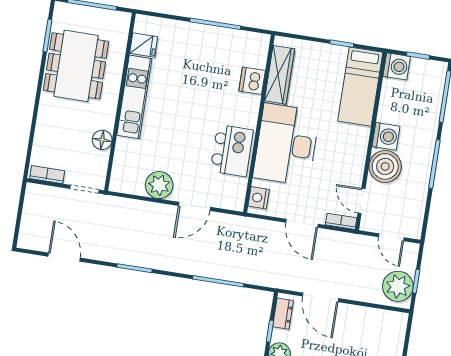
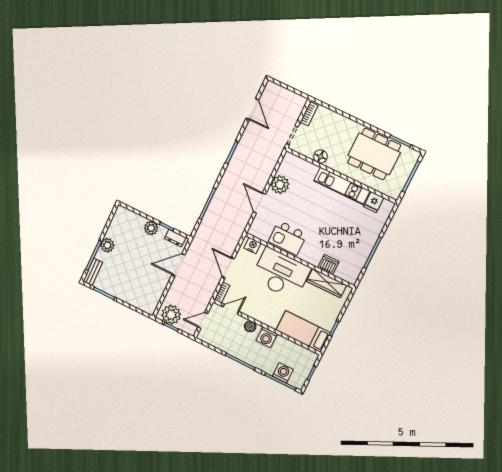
washing machine: (397, 66) -> (283, 373), moved, turned 180
boiler: (385, 166) -> (250, 326), width x0.54, depth x0.54
door: (302, 223) -> (228, 268), hinge flipped
door: (64, 257) -> (252, 109), hinge flipped

